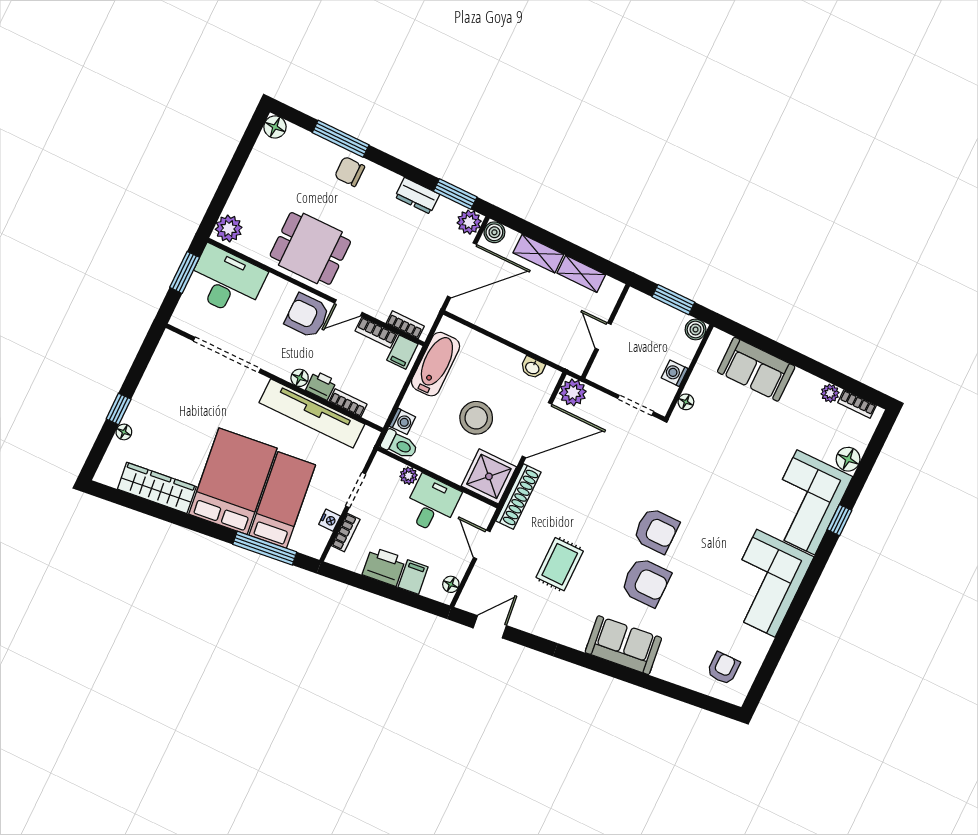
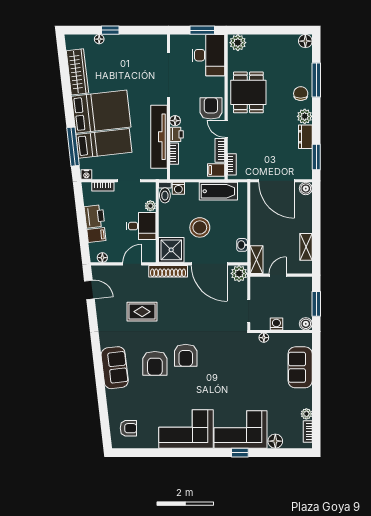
plant: (469, 222) -> (305, 116), moved
shelving: (538, 254) -> (256, 260), moved
nightstand: (330, 520) -> (86, 175), moved

